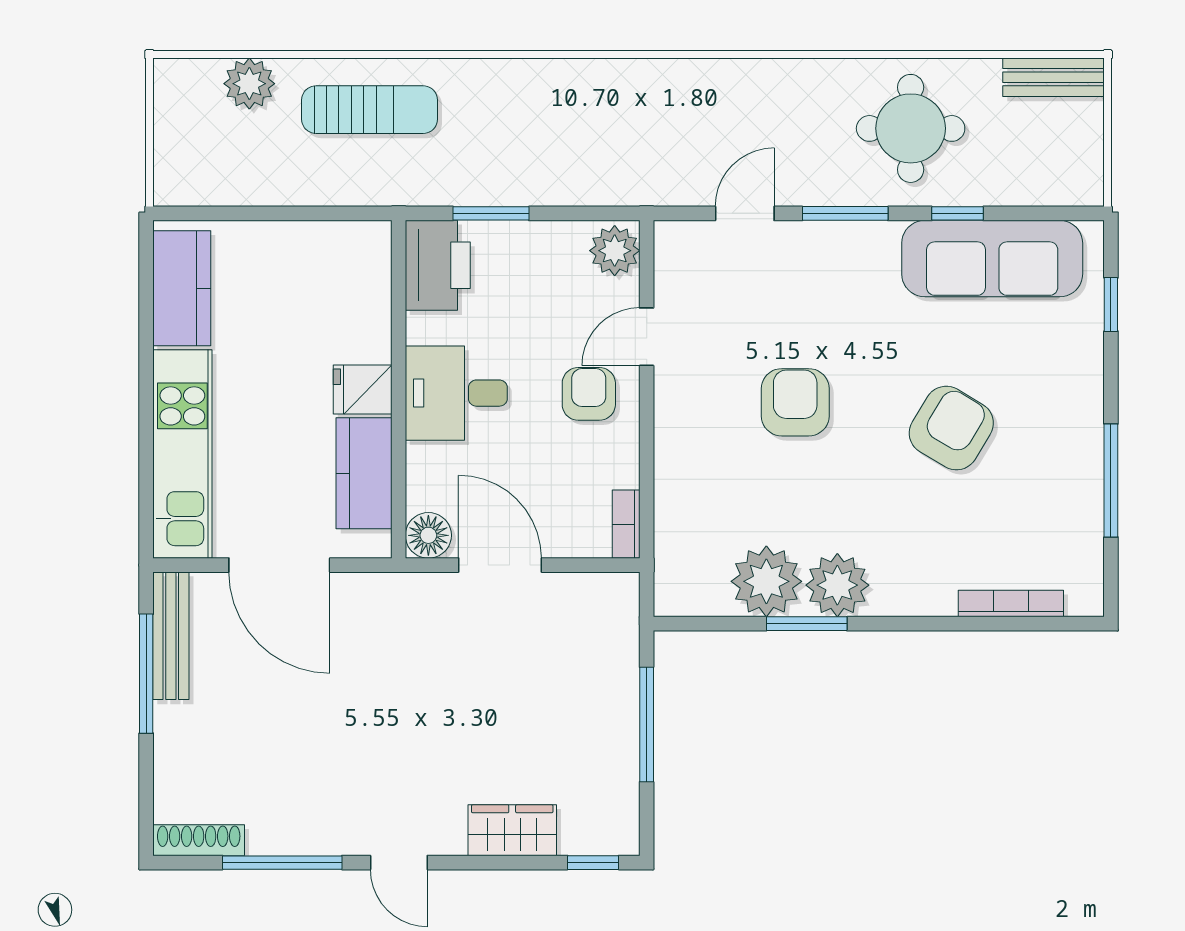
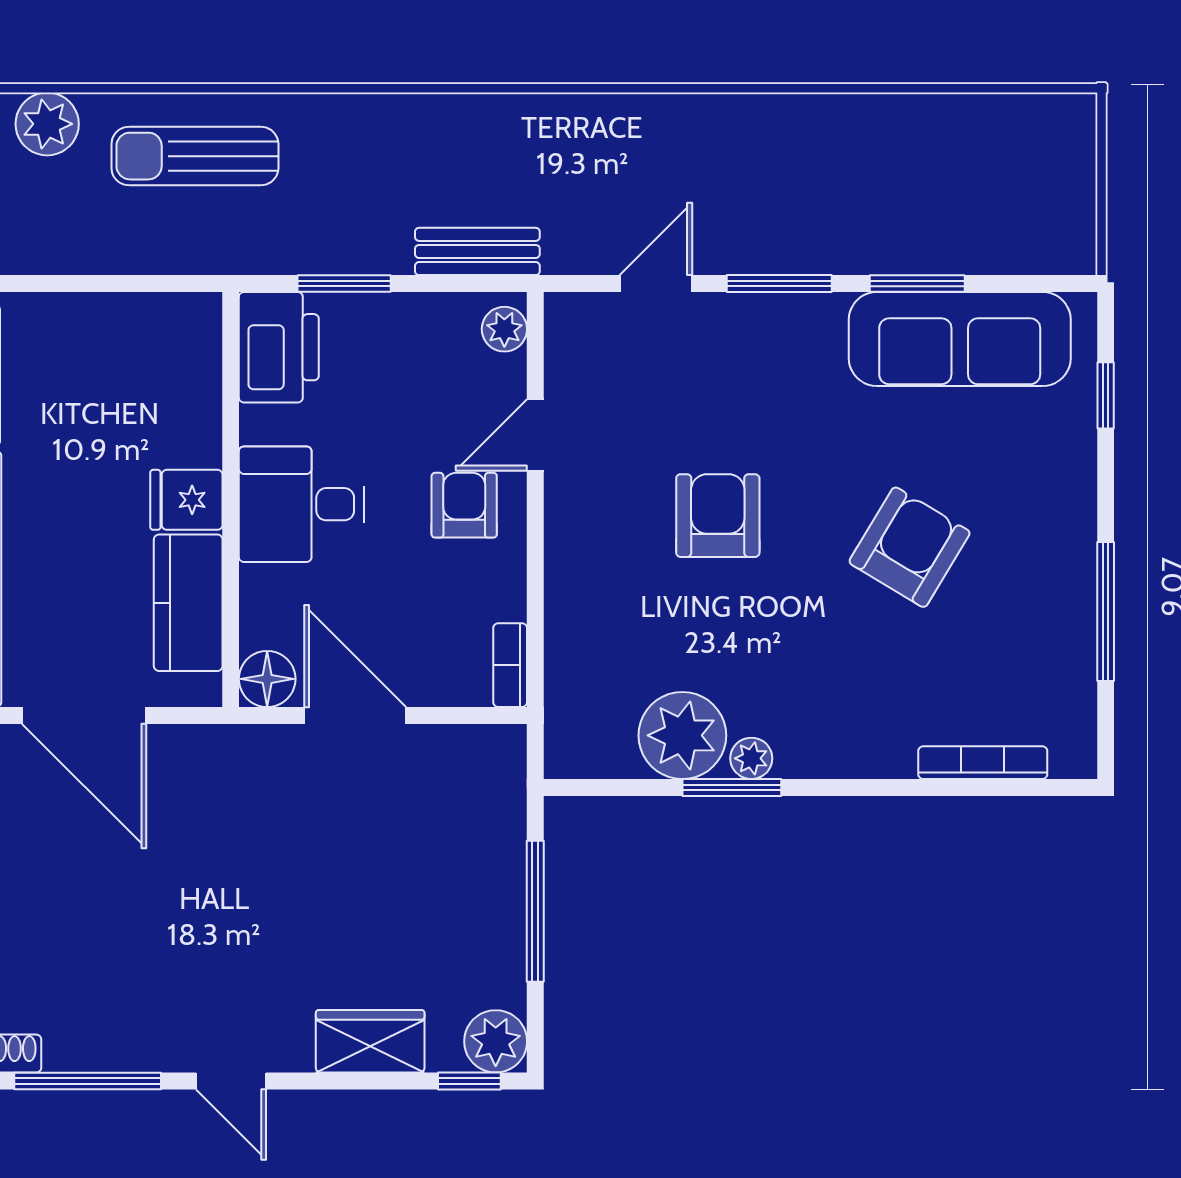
bench: (1054, 77) -> (477, 251), moved
sun lounger: (370, 110) -> (195, 156), turned 180
round table: (911, 128) -> (860, 179), removed
window: (958, 213) -> (917, 284), width x1.50
plant: (615, 251) -> (504, 329), width x0.73, depth x0.73
plant: (837, 585) -> (751, 758), width x0.53, depth x0.53
plant: (614, 830) -> (496, 1041), added

